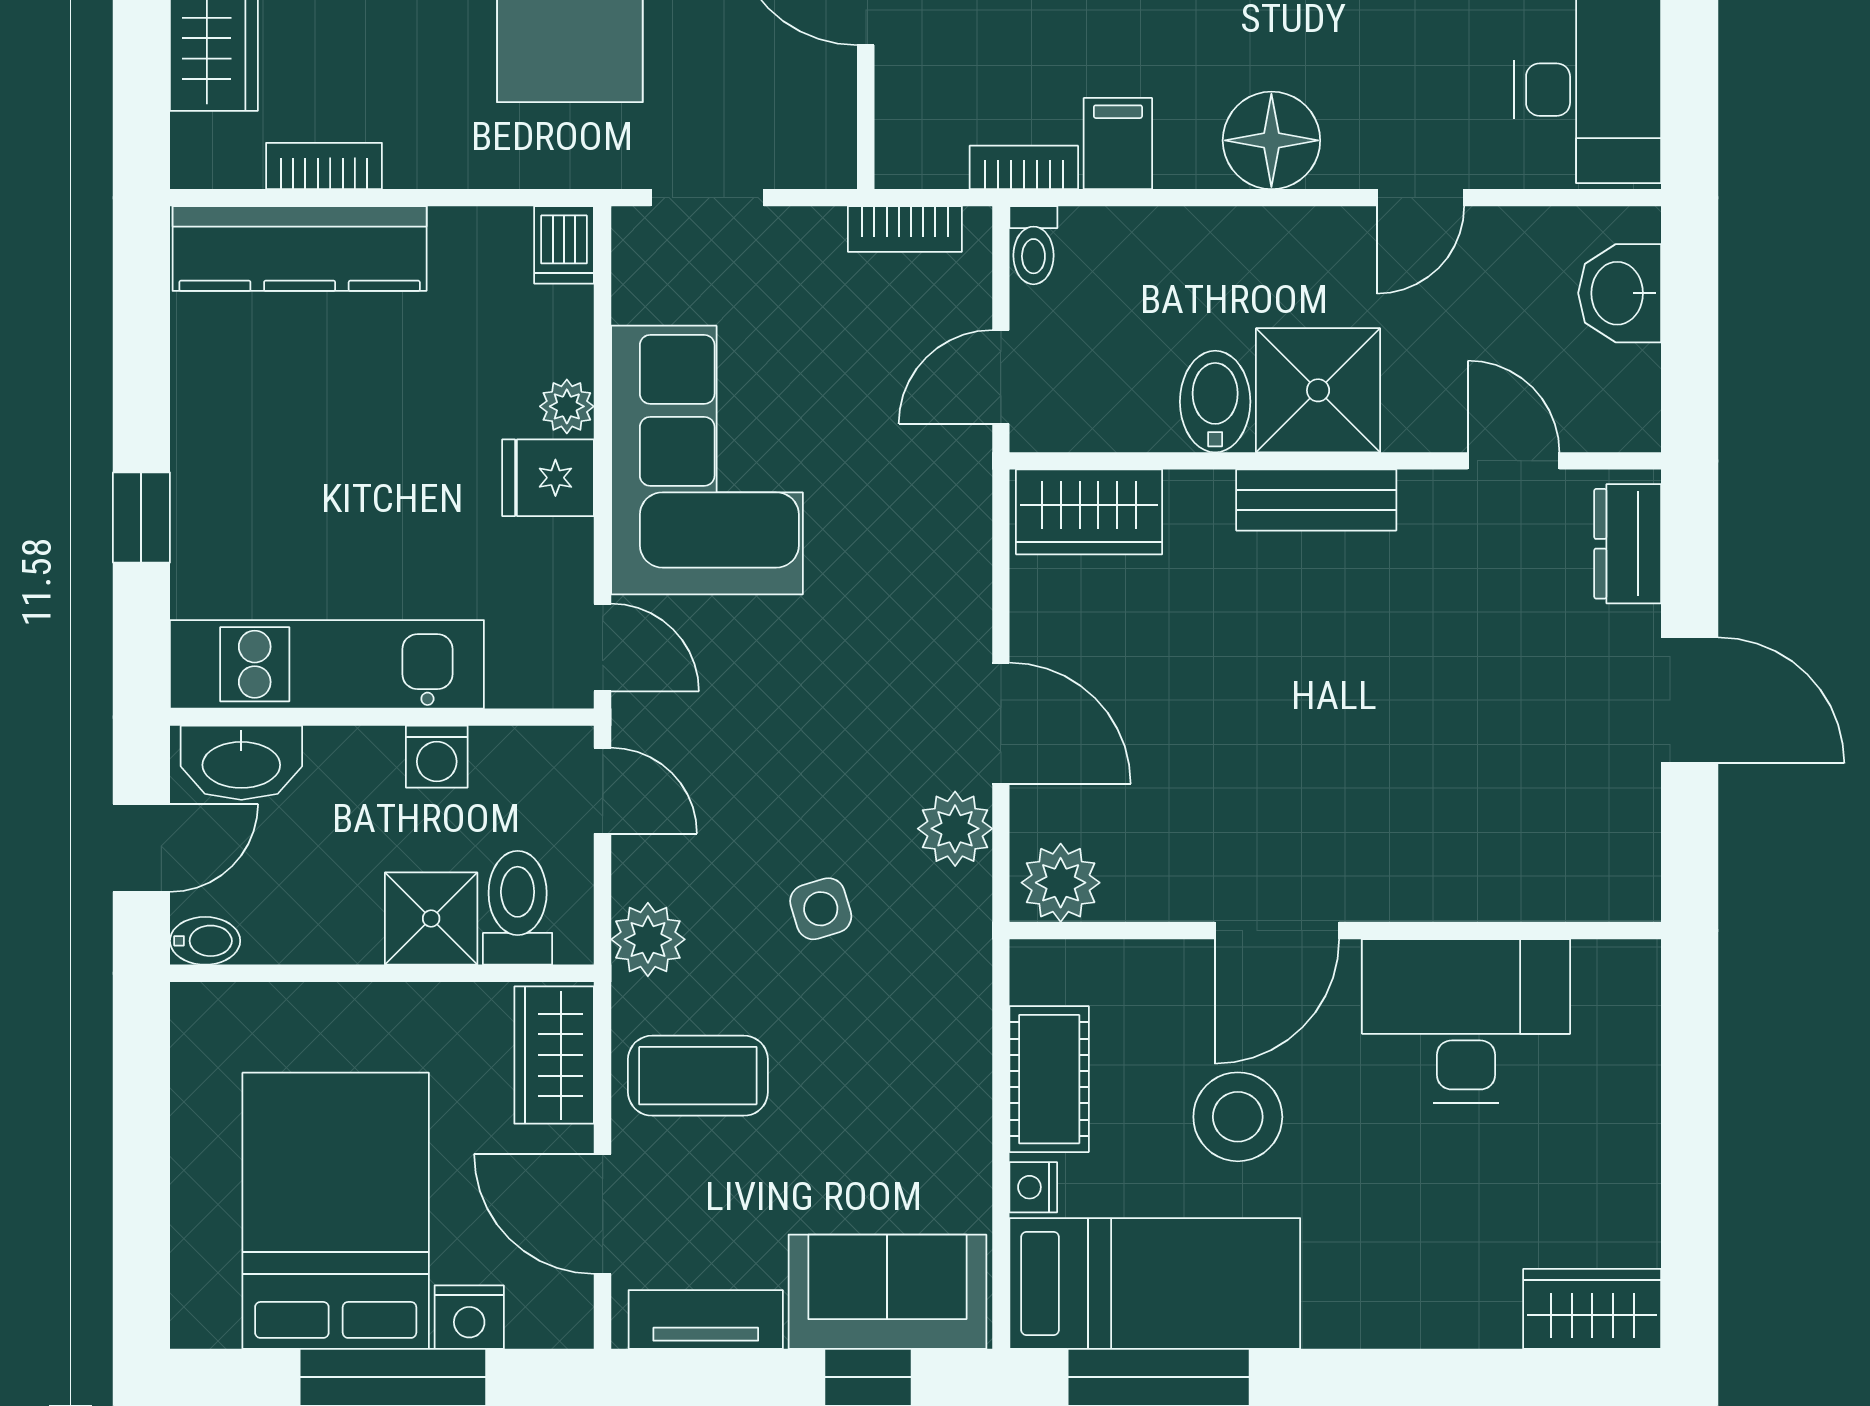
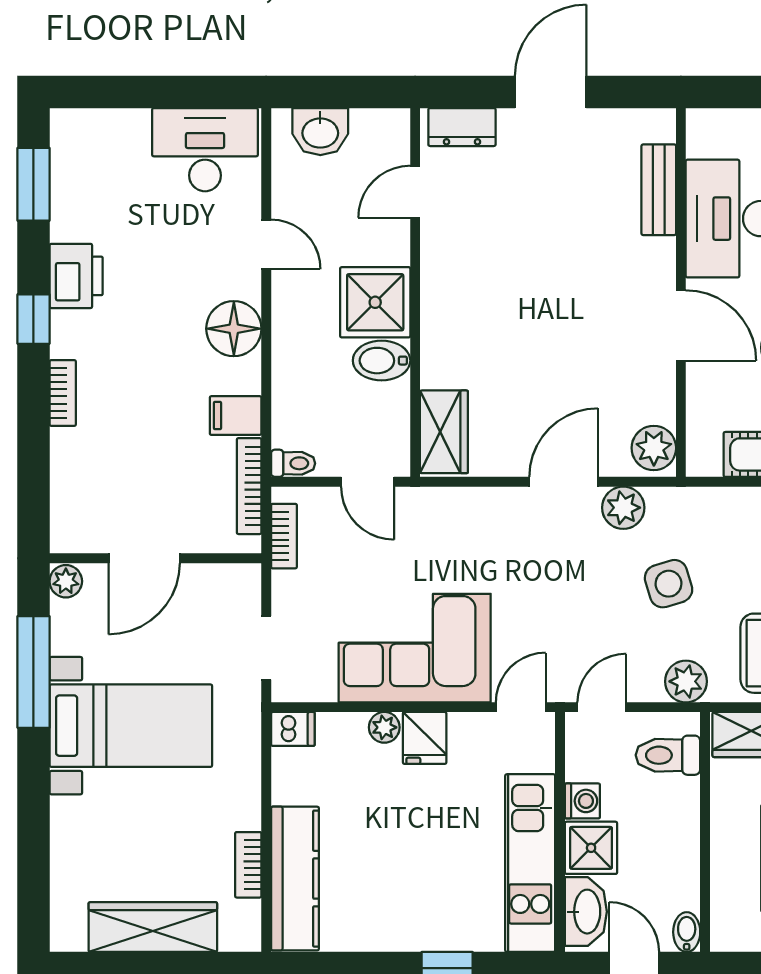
bookcase: (1024, 167) -> (249, 486), width x1.56
bench: (1316, 500) -> (659, 190), moved
side table: (821, 909) -> (669, 584), width x1.37, depth x1.37
shower: (431, 918) -> (591, 848), moved

